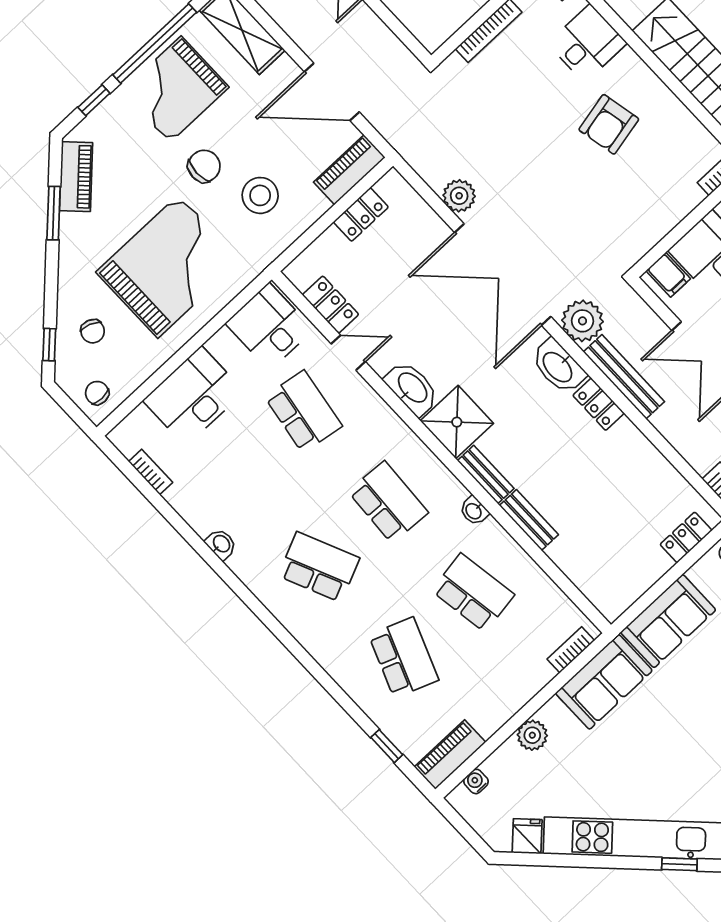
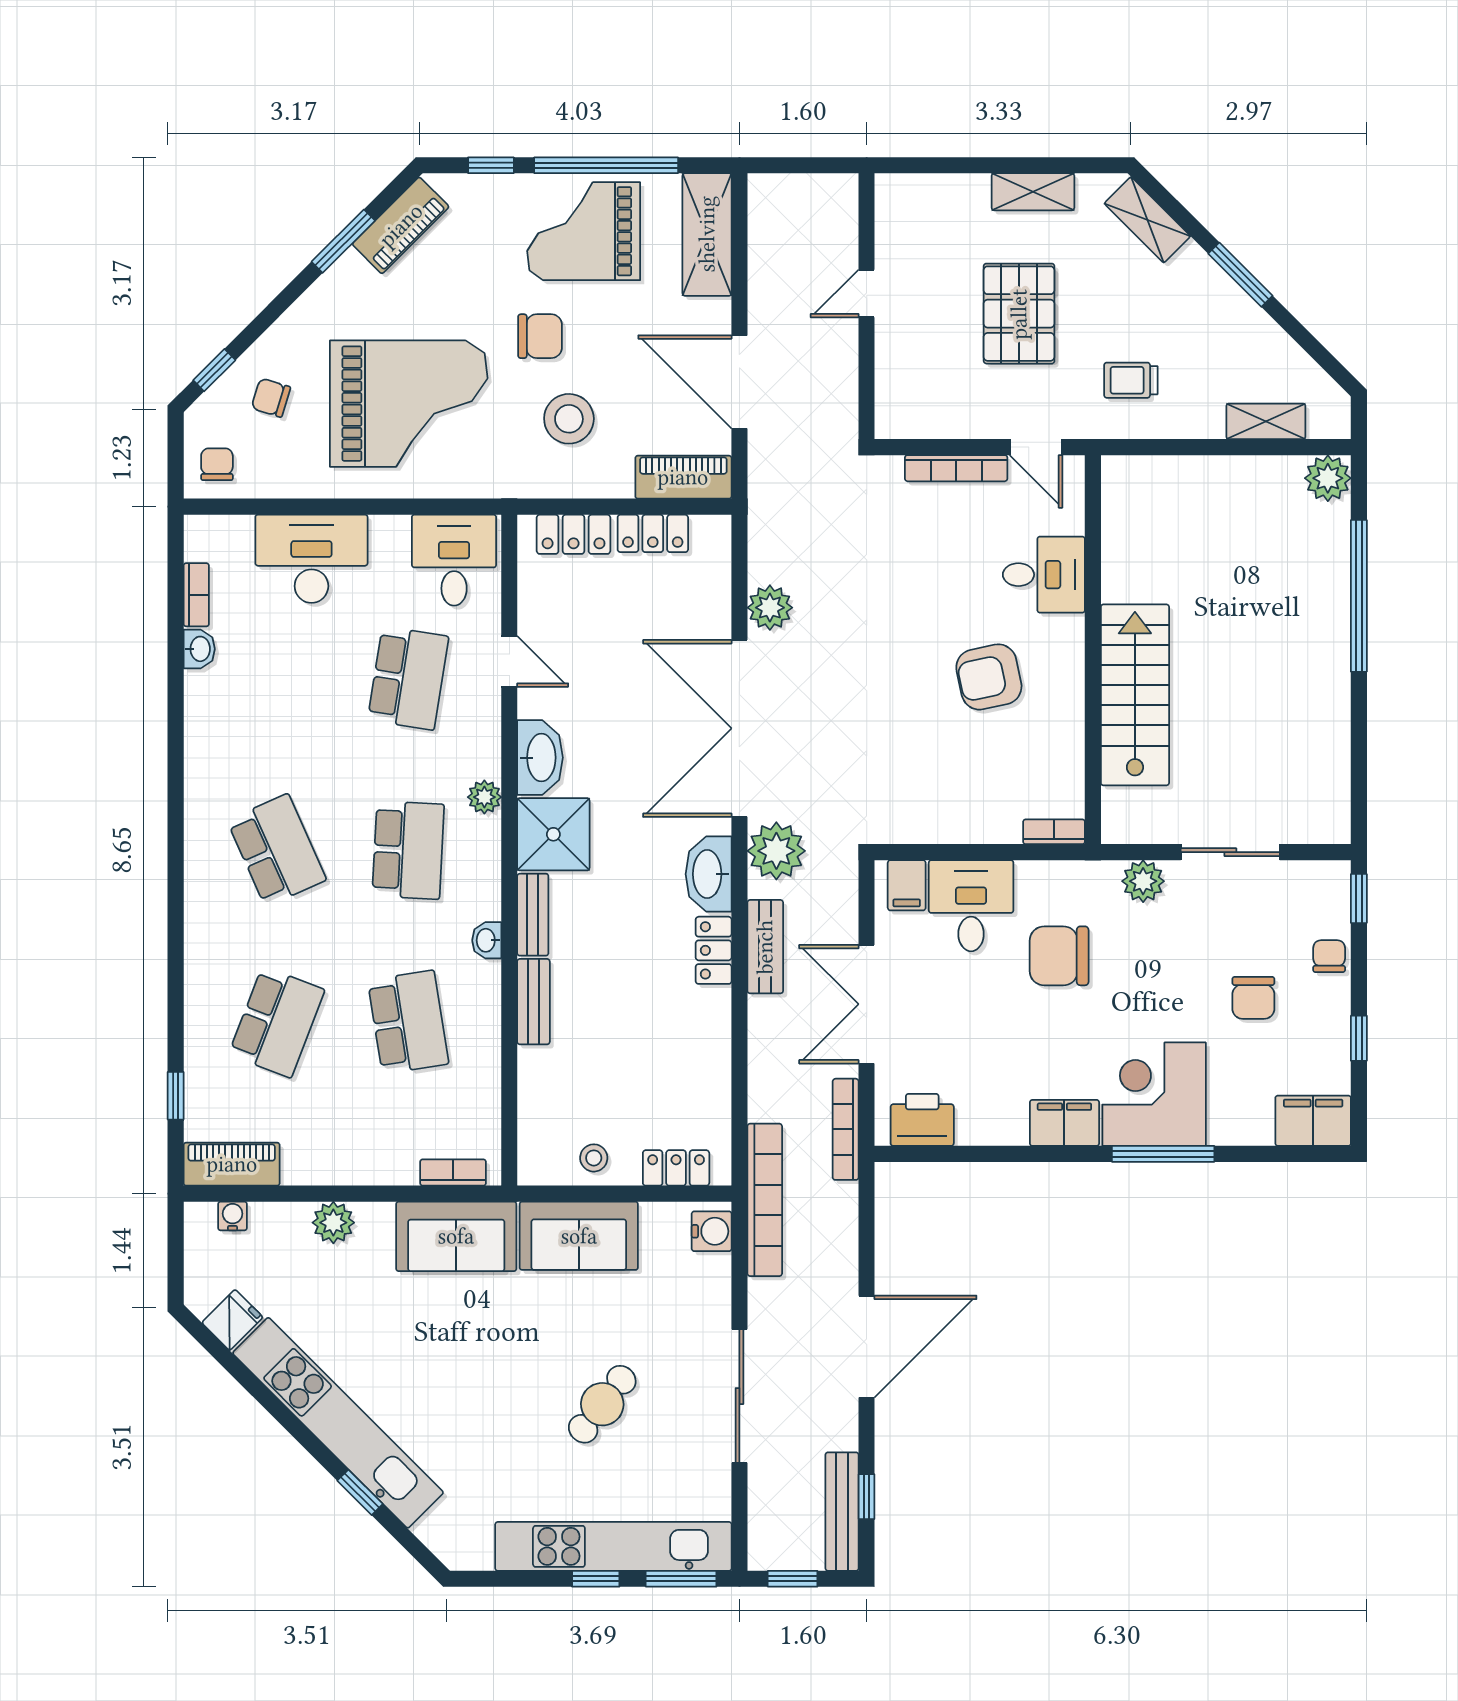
locker: (331, 305) -> (574, 534), moved, turned 90
chair: (93, 331) -> (271, 398), turned 87
bench: (624, 377) -> (765, 947), width x0.73
plant: (402, 436) -> (484, 797), added
washbasin: (221, 544) -> (199, 649), moved
stool: (638, 573) -> (594, 1158), added

